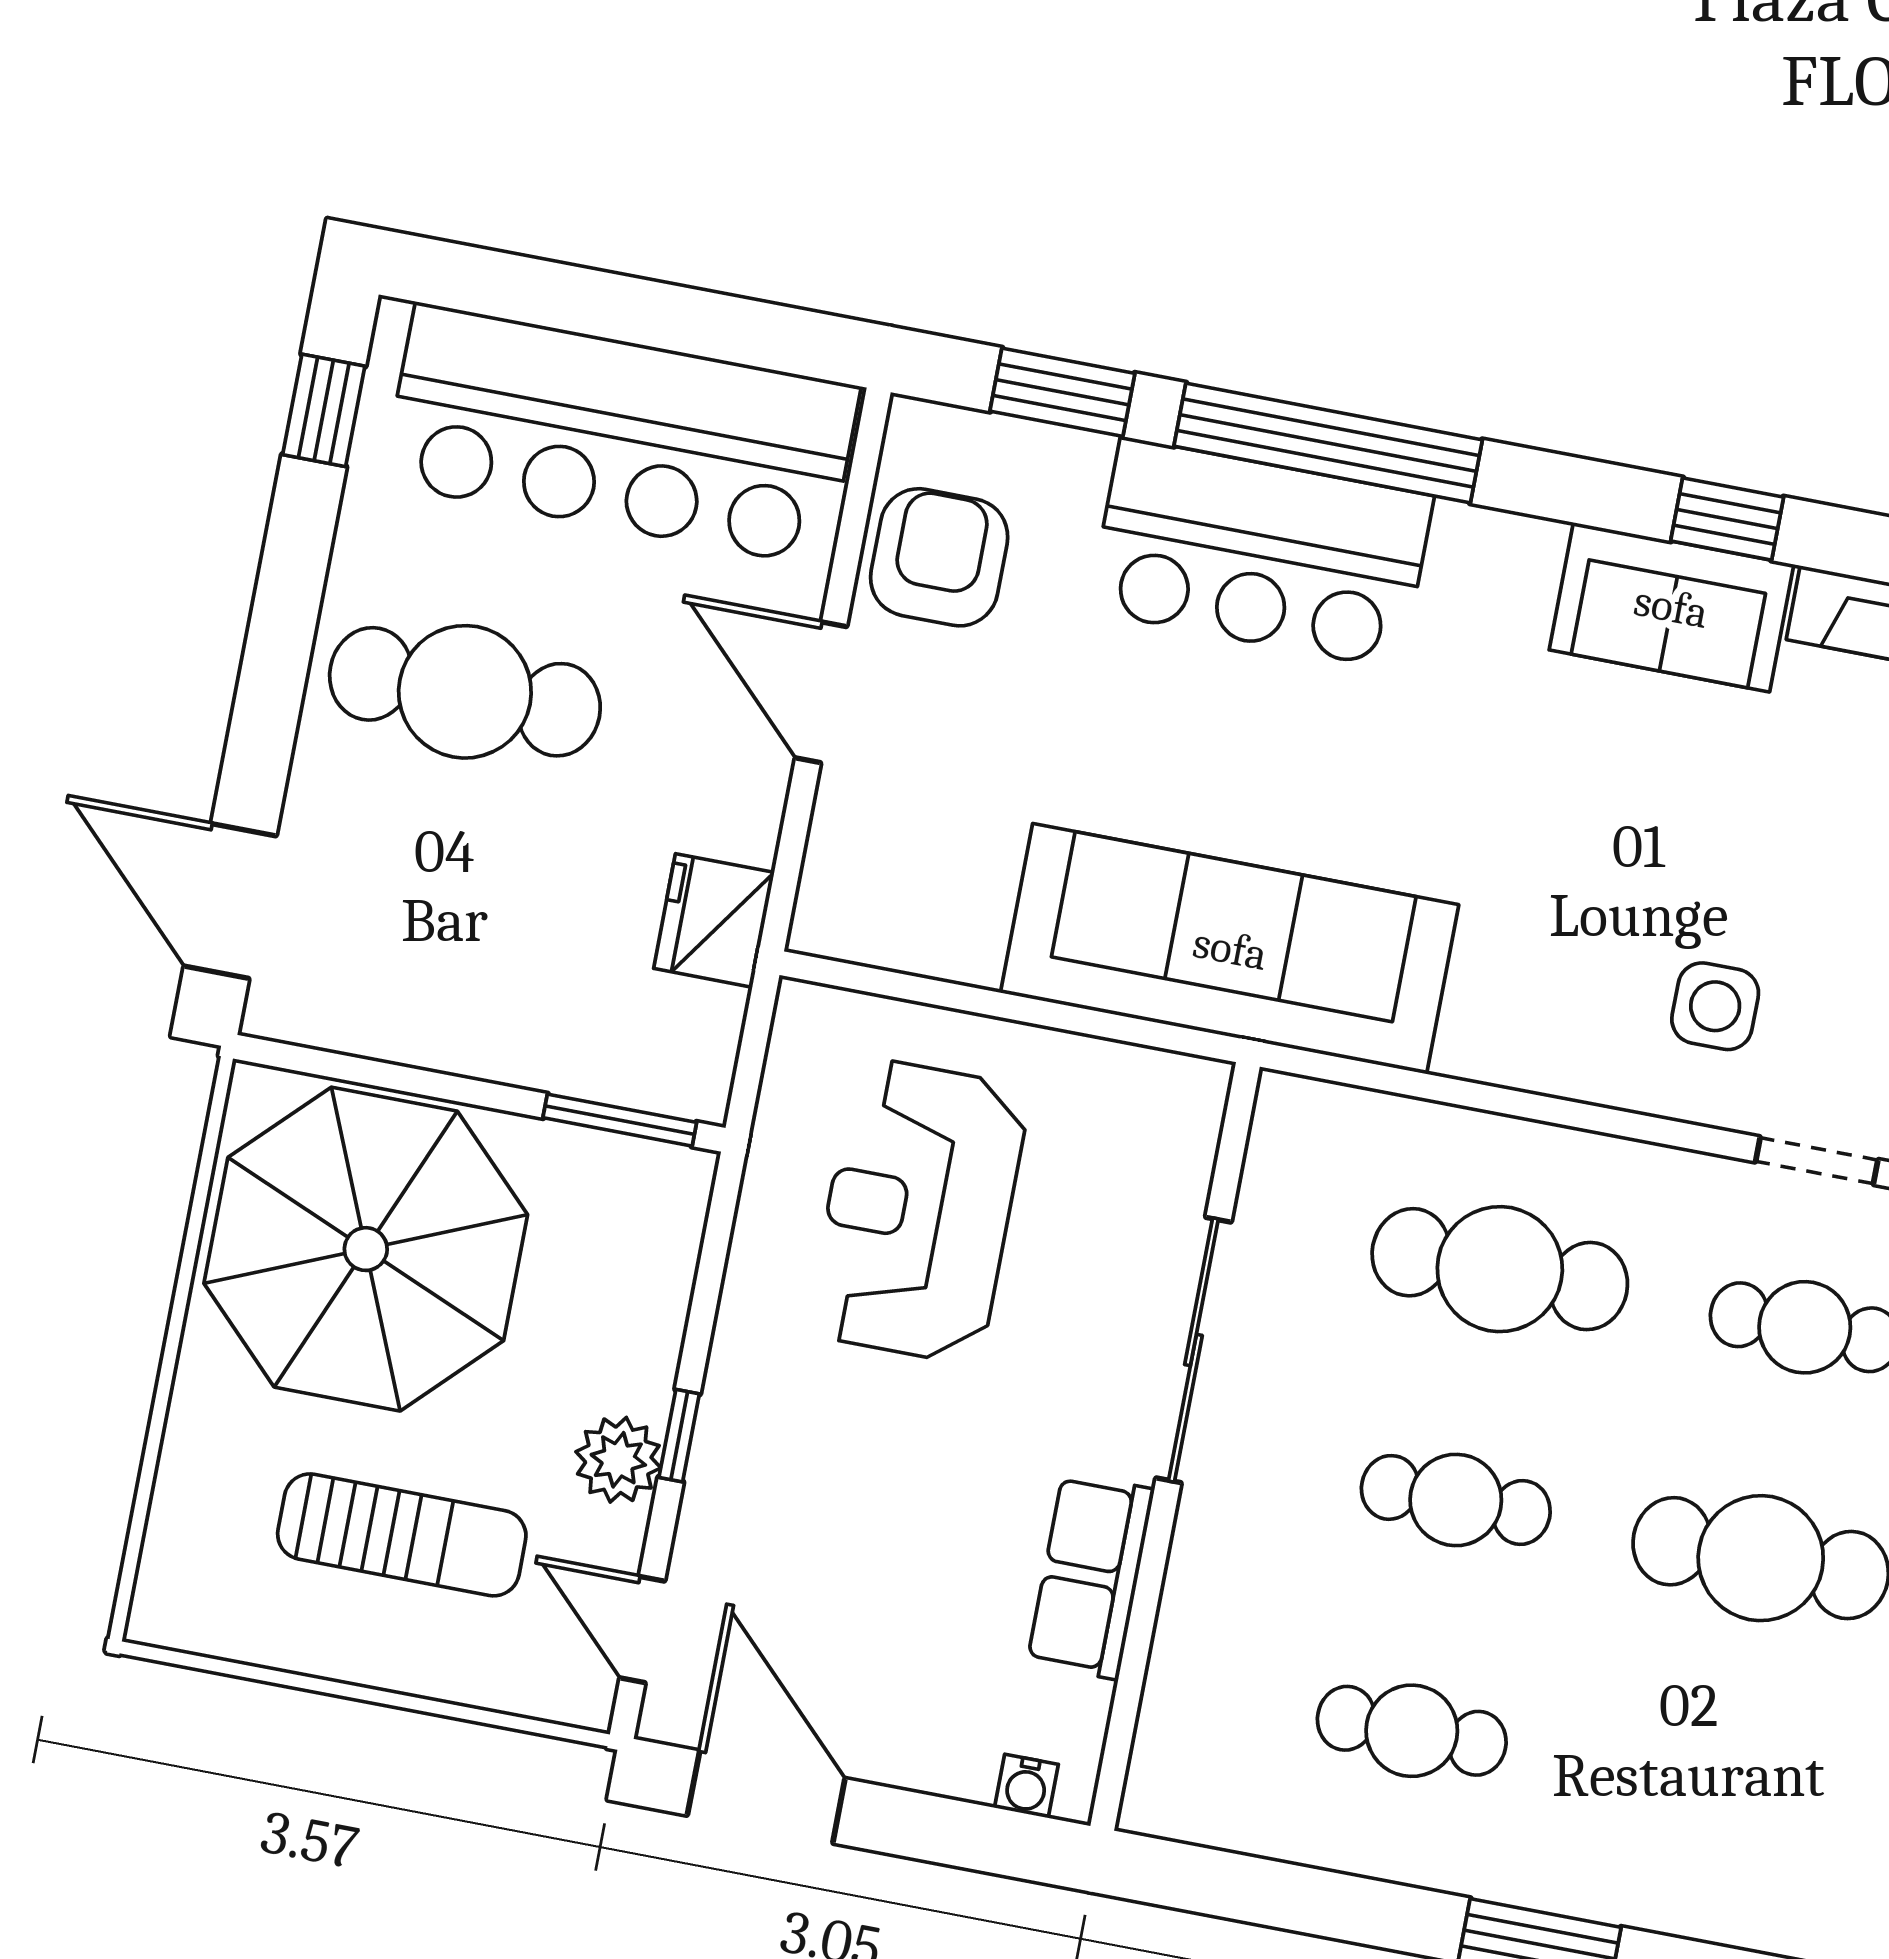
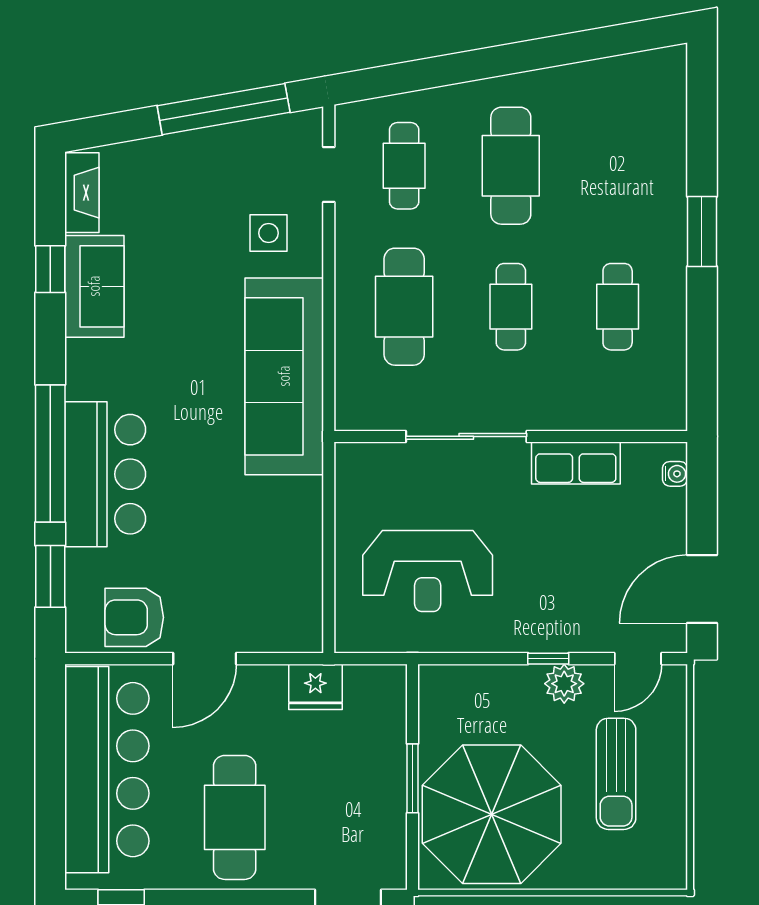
sofa: (1230, 949) -> (284, 376), moved
window: (620, 1120) -> (413, 778), moved
sun lounger: (402, 1535) -> (616, 774), turned 180

